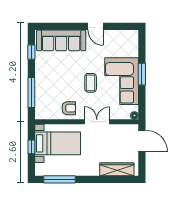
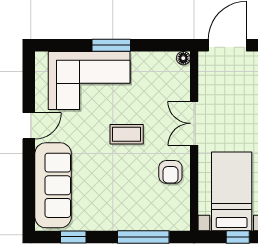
corner sofa: (122, 81) -> (89, 80), moved
armchair: (69, 108) -> (170, 172), turned 180

